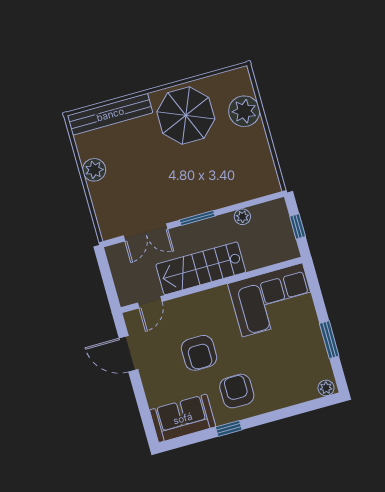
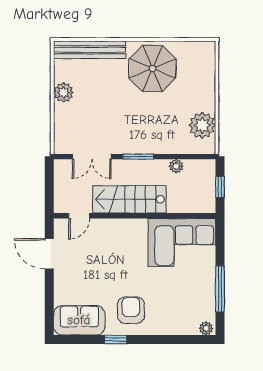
plant: (244, 111) -> (202, 125), moved
window: (329, 340) -> (220, 289), width x1.44
armchair: (199, 353) -> (108, 270), removed

